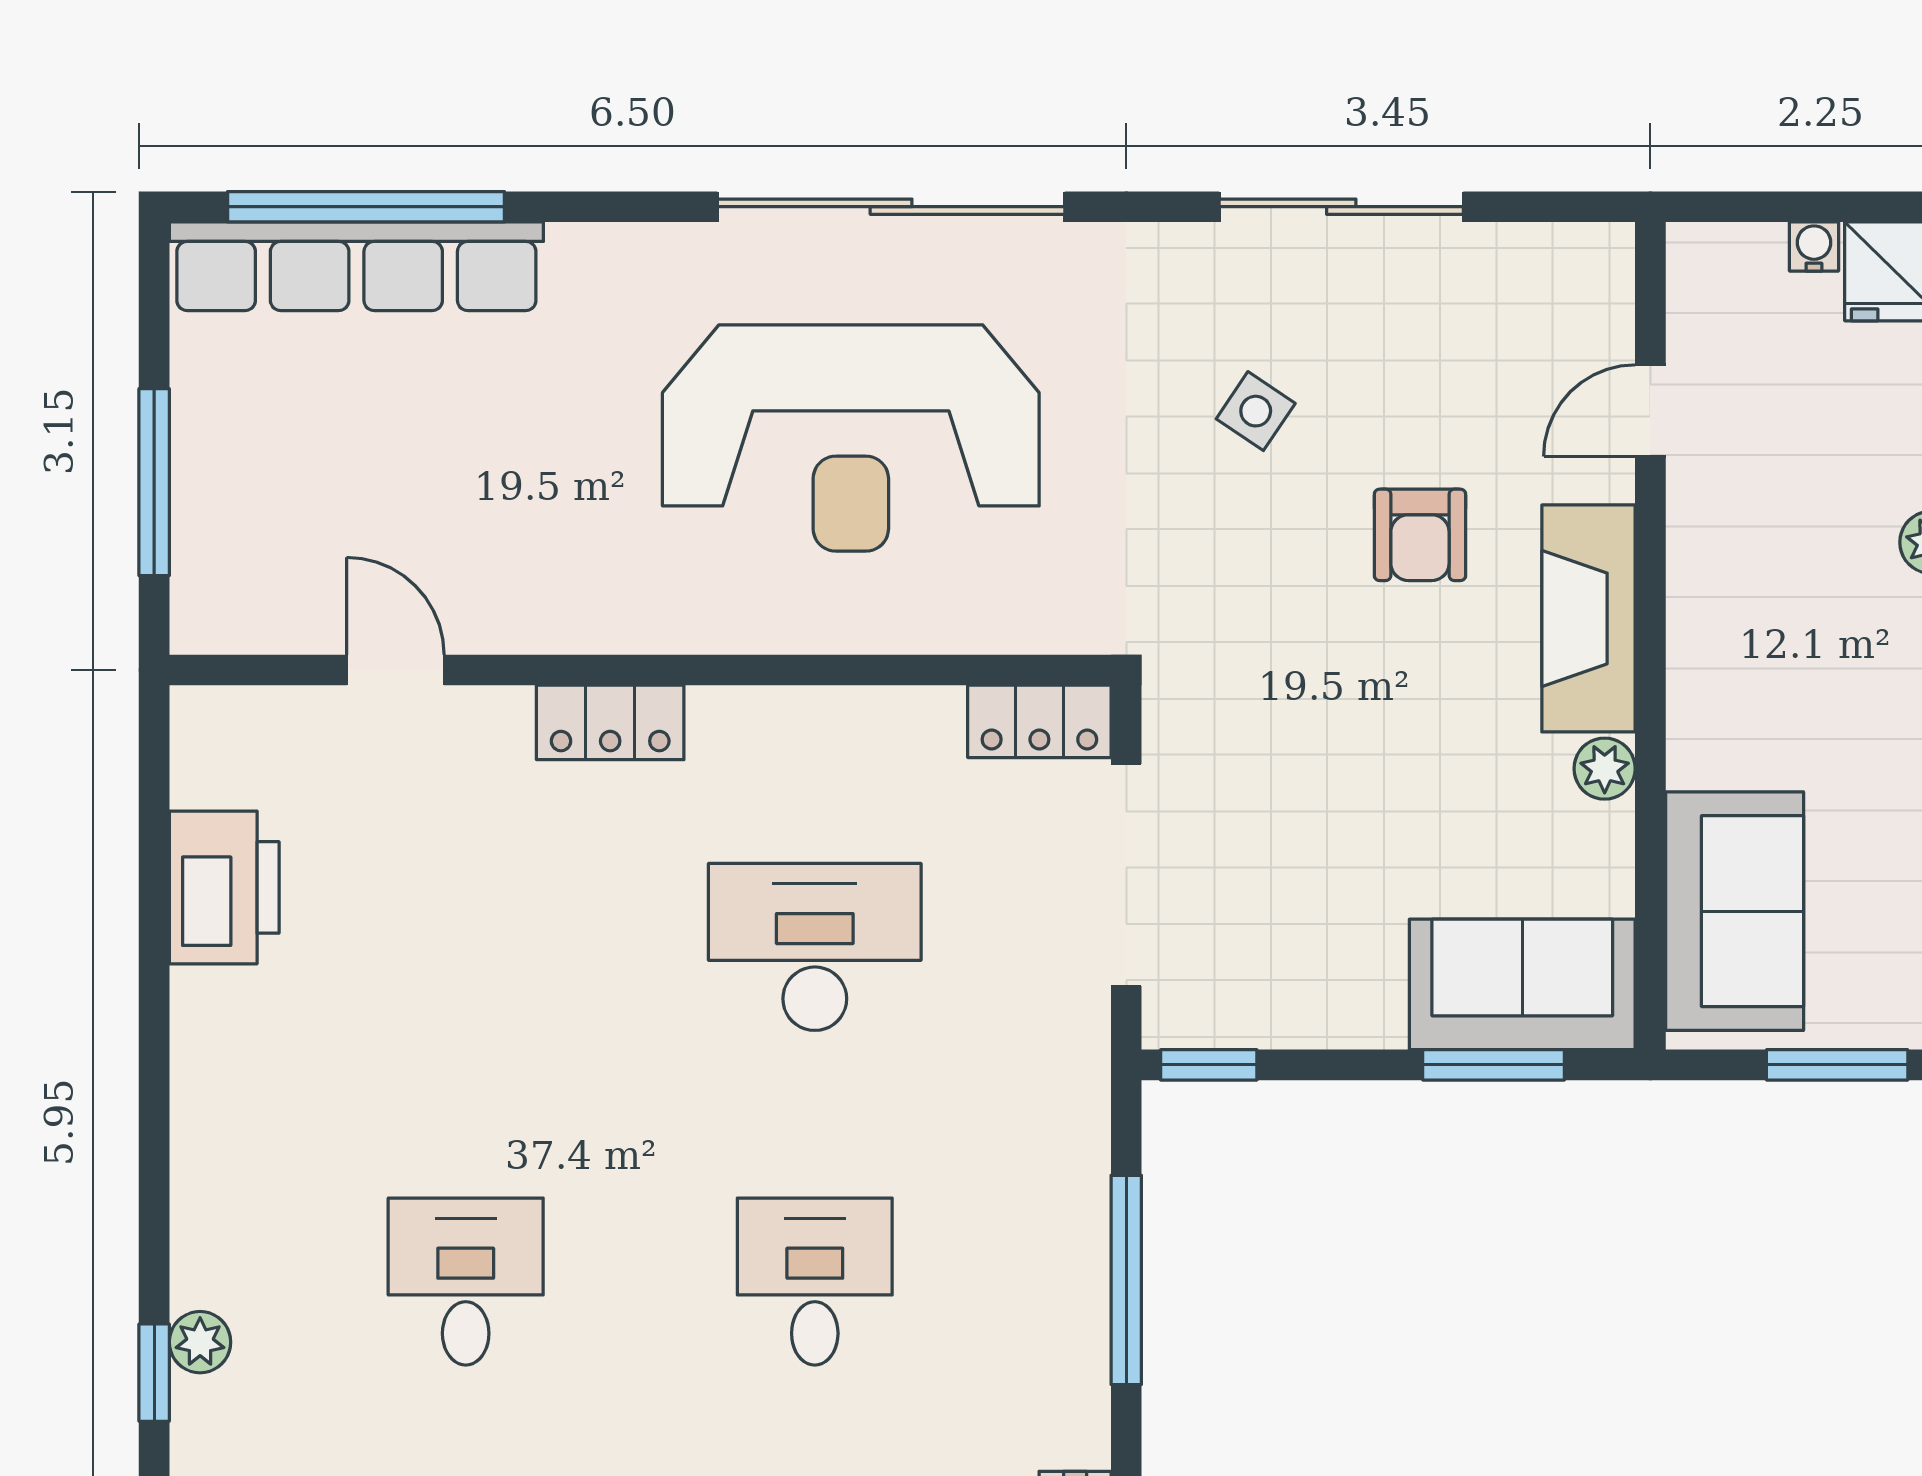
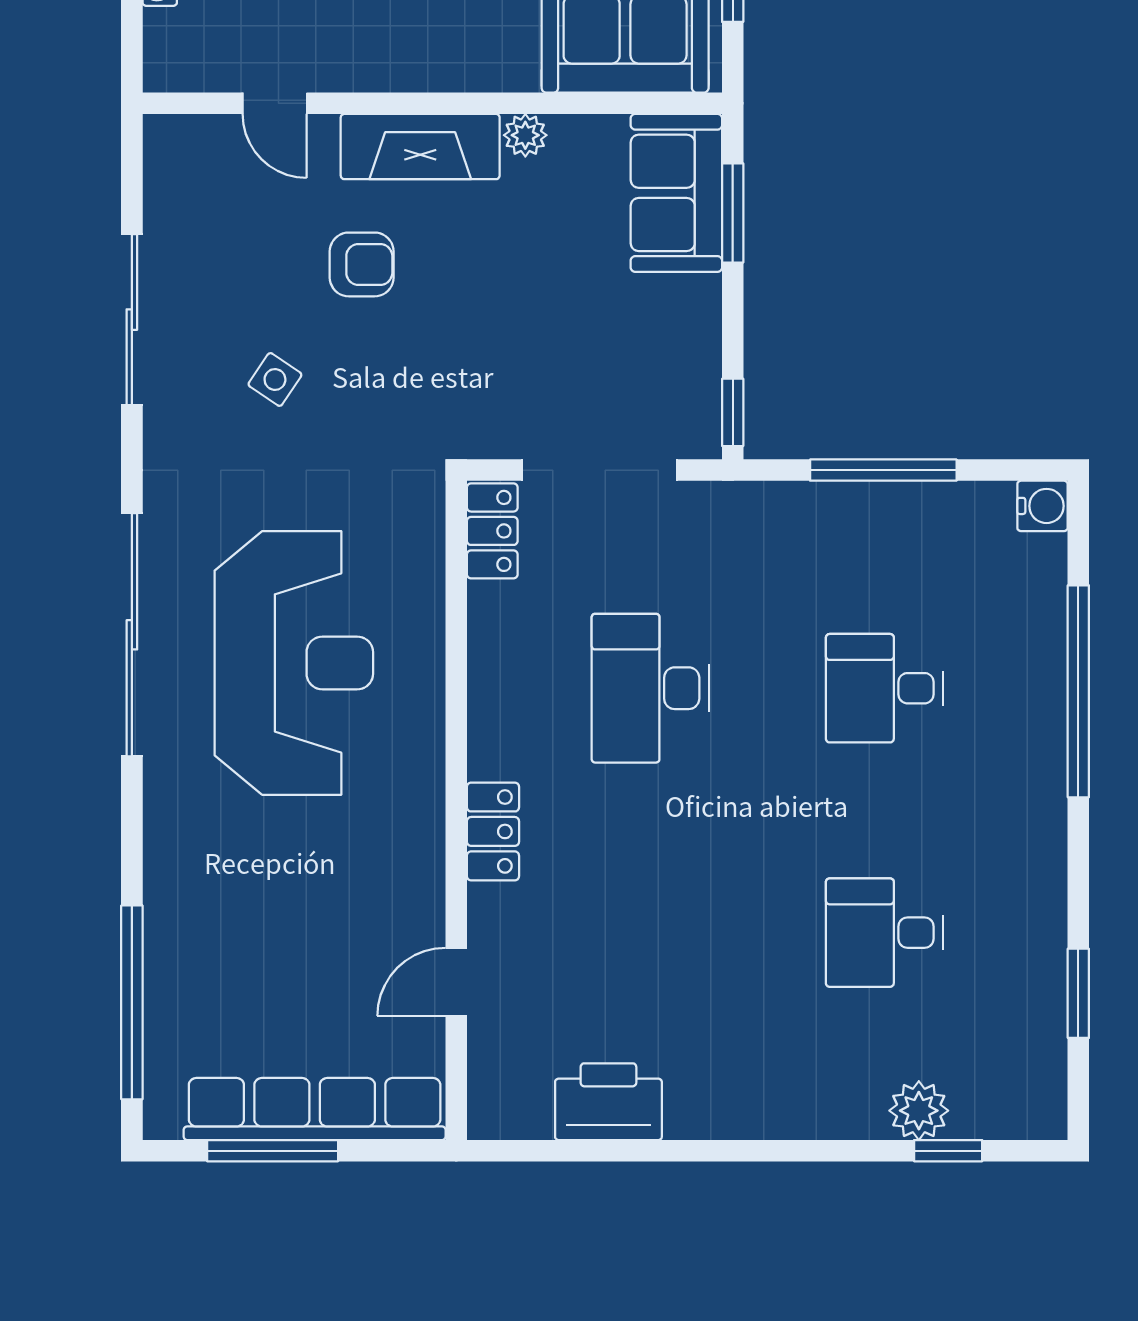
row of seats: (356, 266) -> (315, 1109), moved, turned -90
window: (154, 482) -> (273, 1151), moved
plant: (200, 1342) -> (919, 1111), width x1.38, depth x1.38

